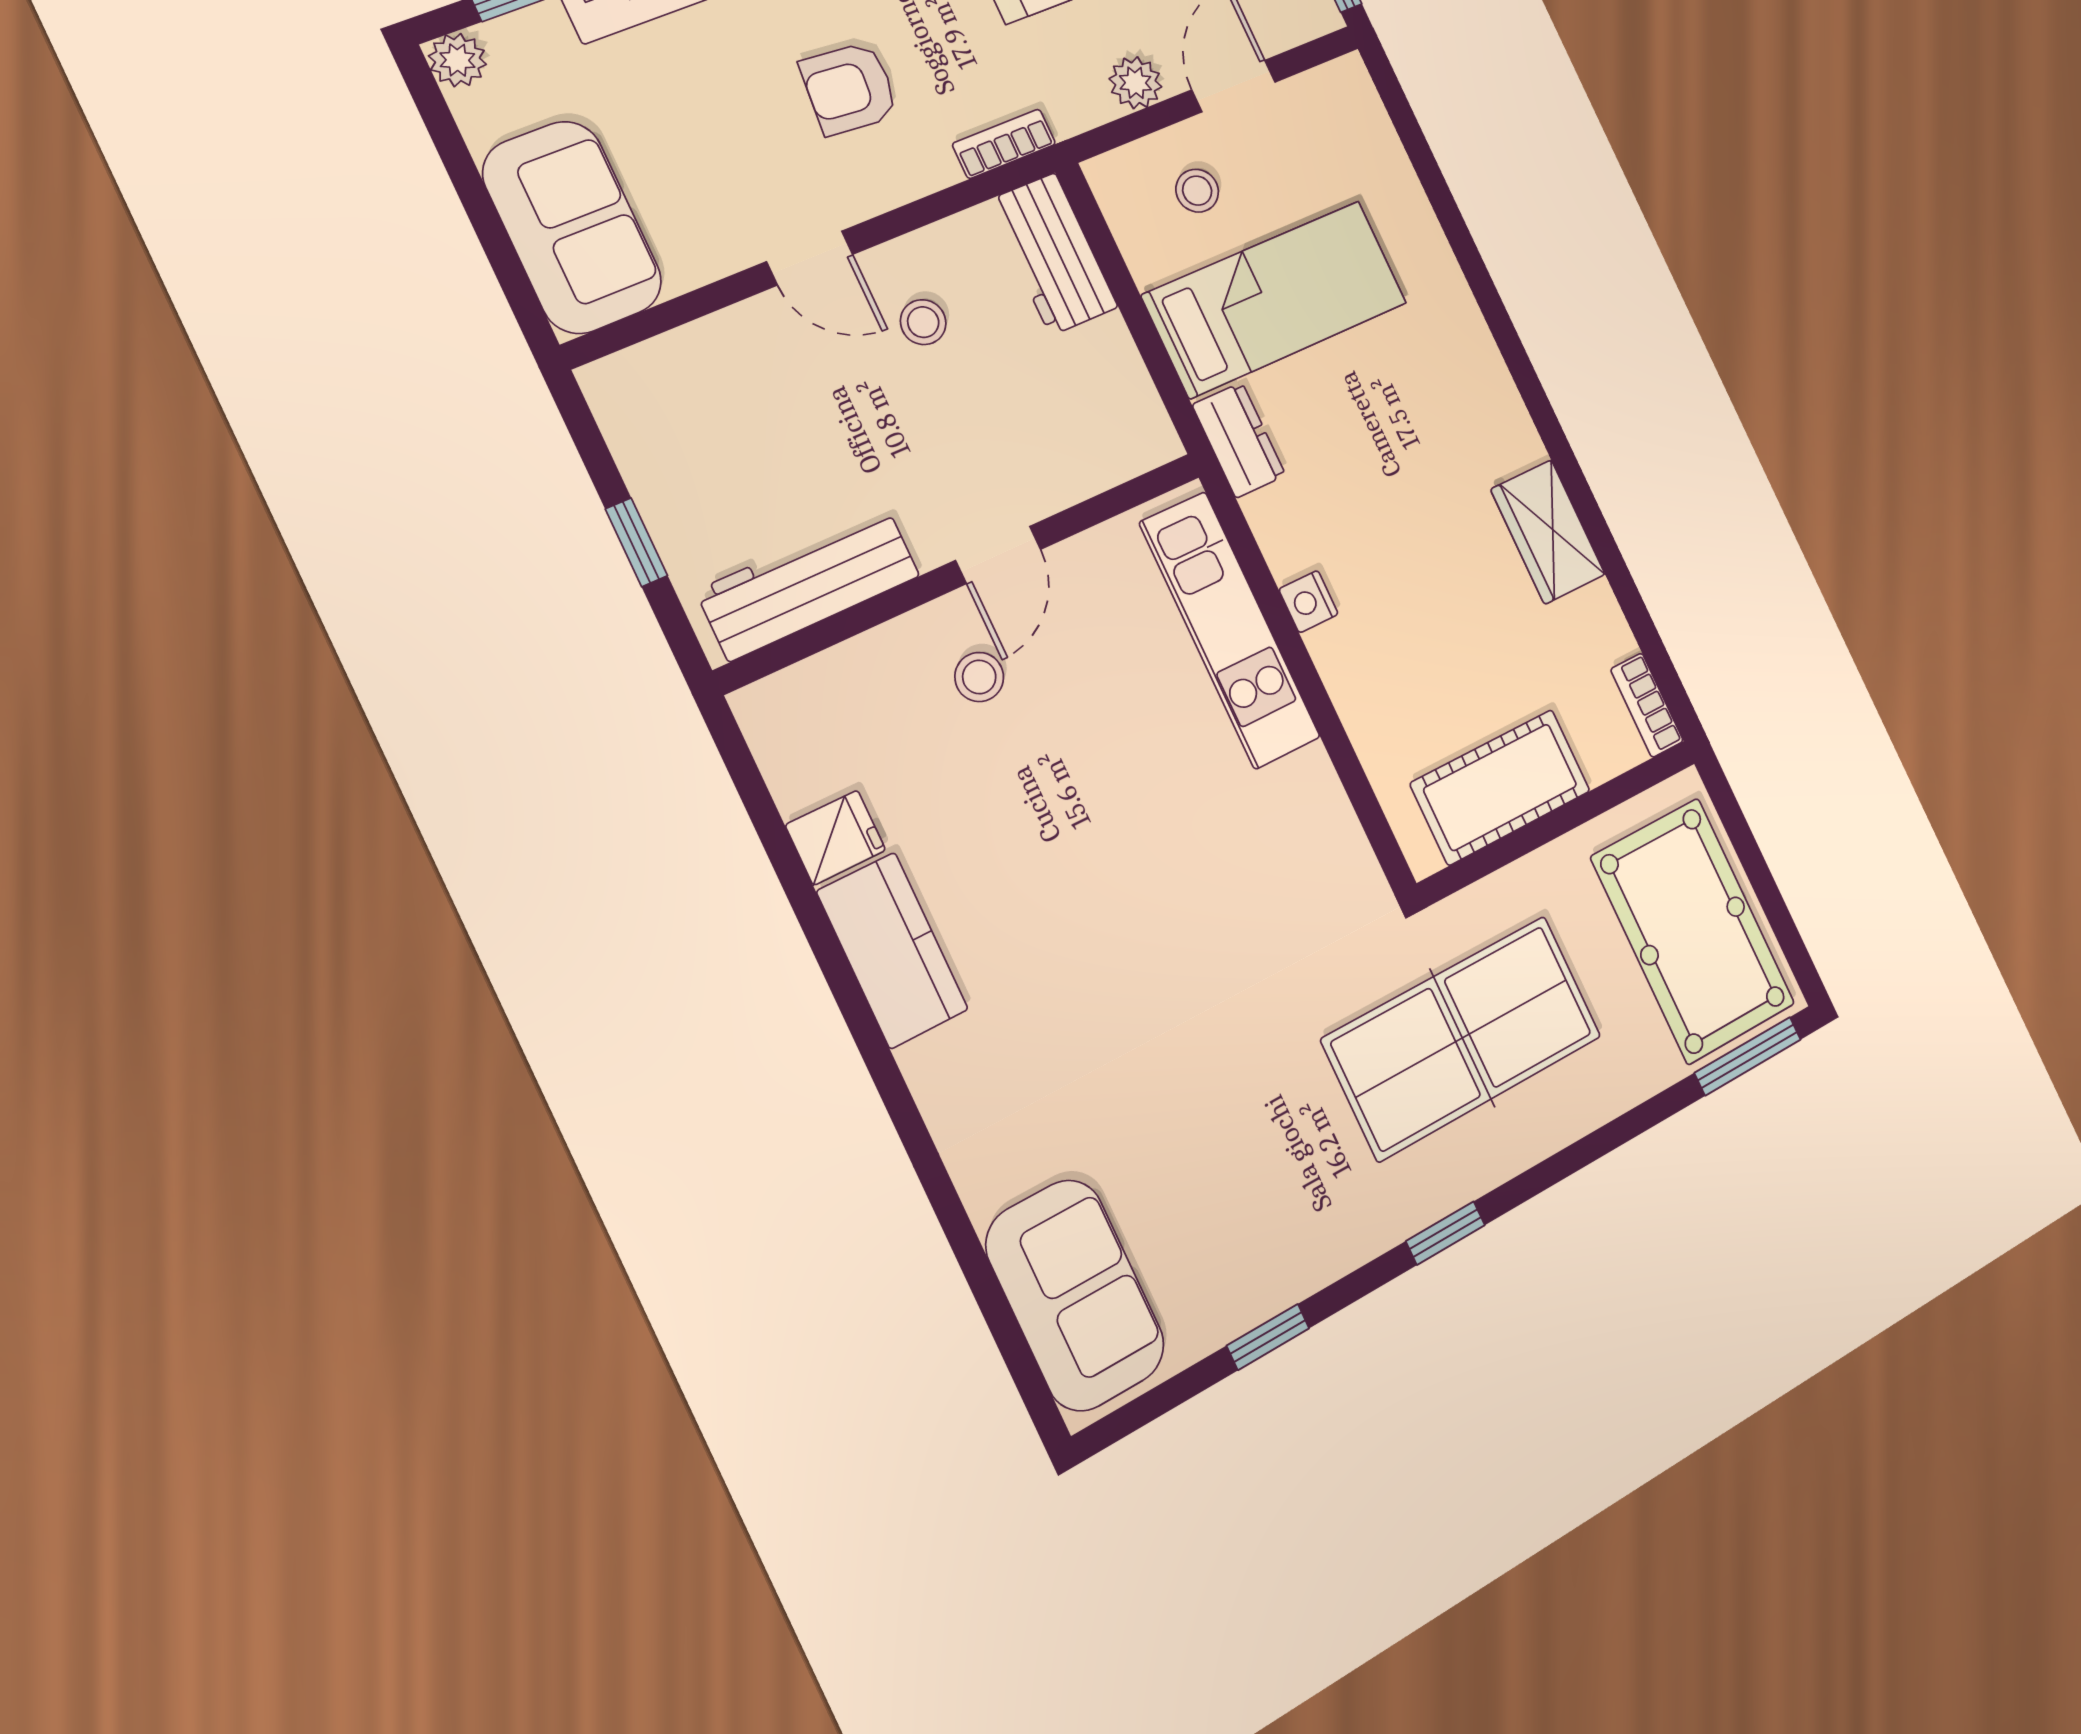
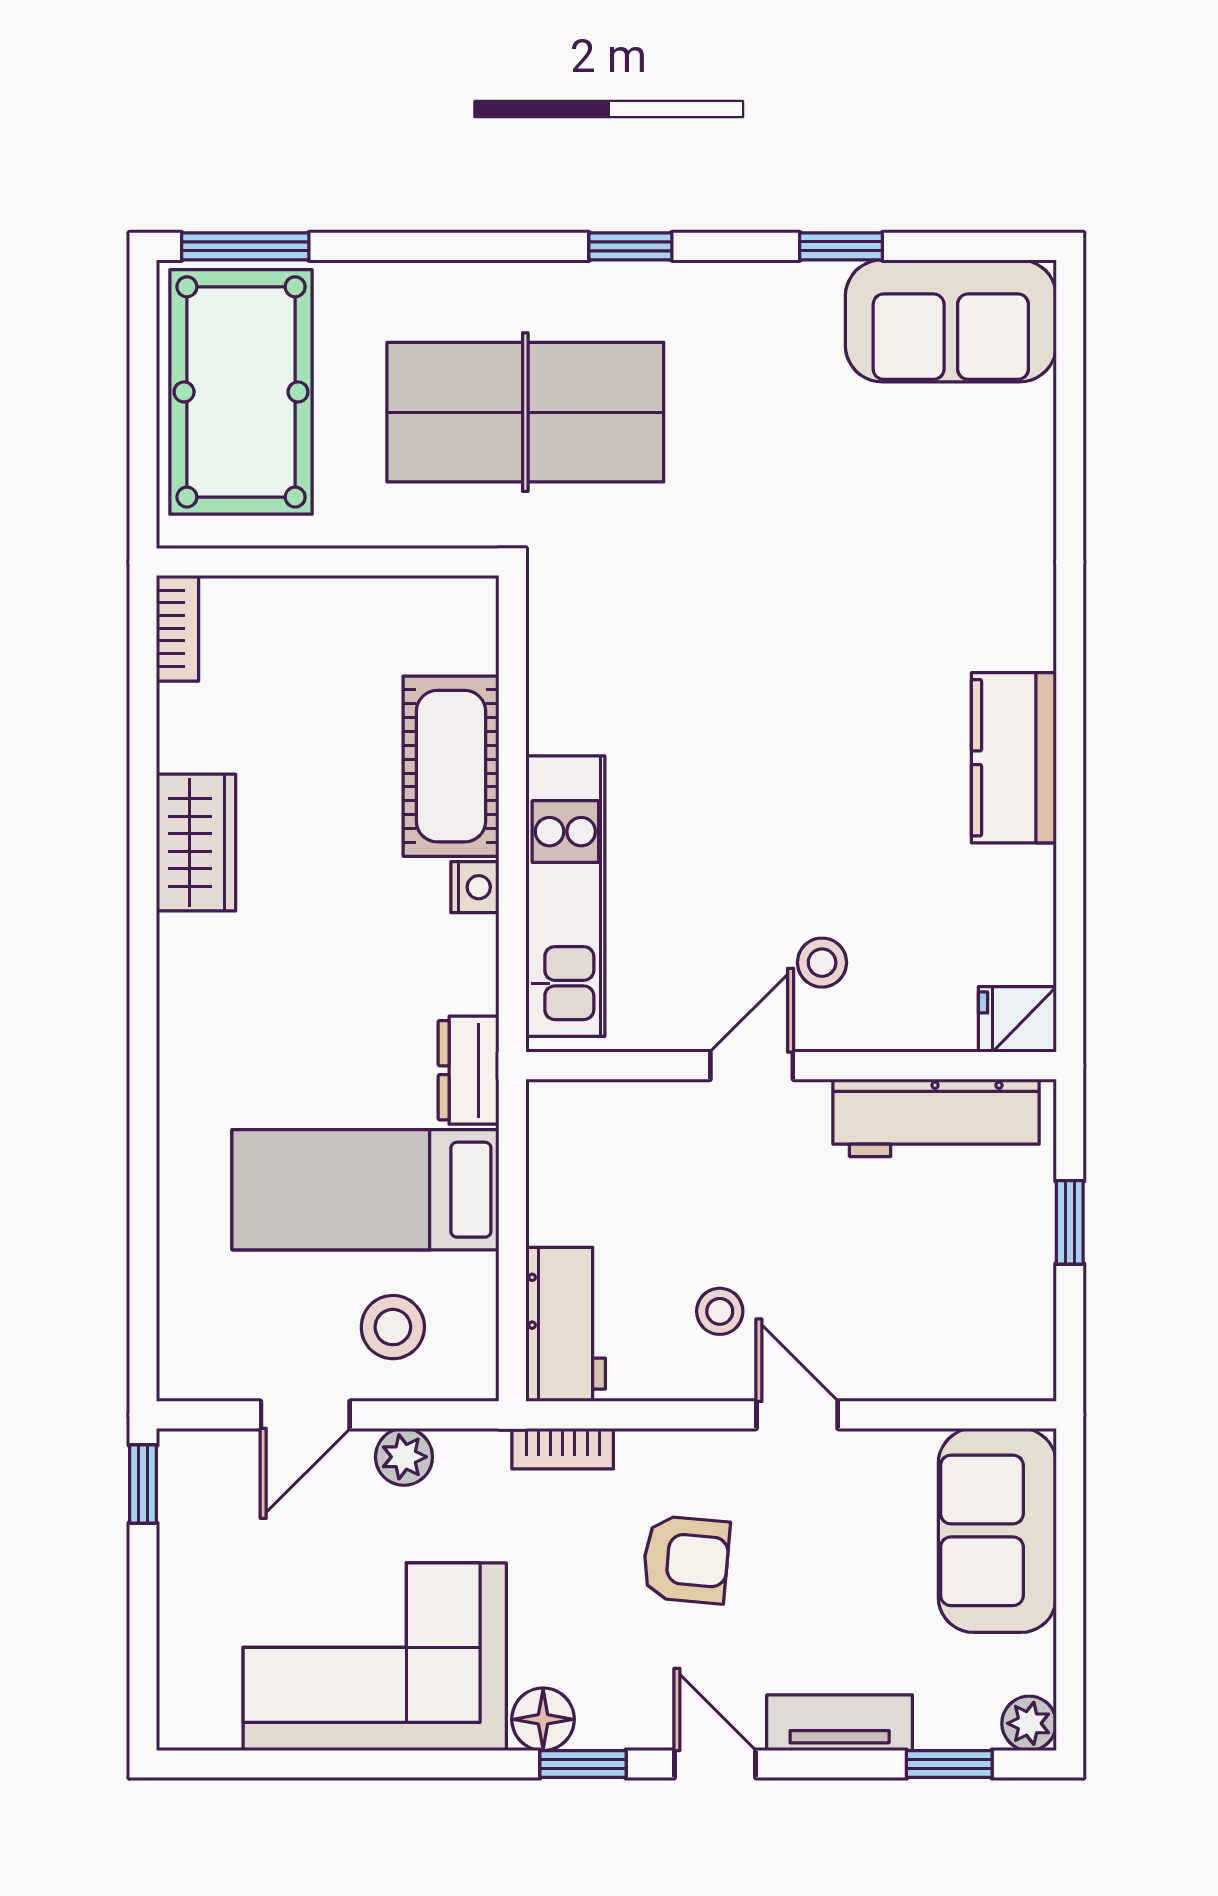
stool: (1197, 191) -> (393, 1327), width x1.37, depth x1.37
cot: (1500, 787) -> (451, 766), moved, turned 90
fridge: (835, 838) -> (1017, 1019), moved
sofa: (1075, 1295) -> (951, 321), moved, turned -90

